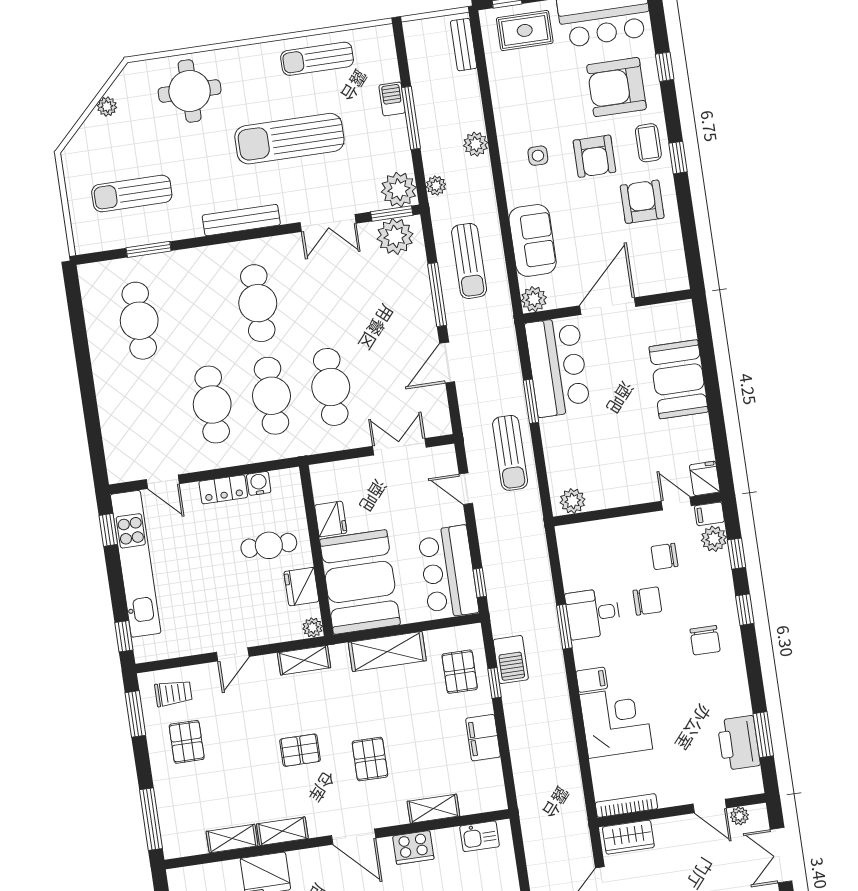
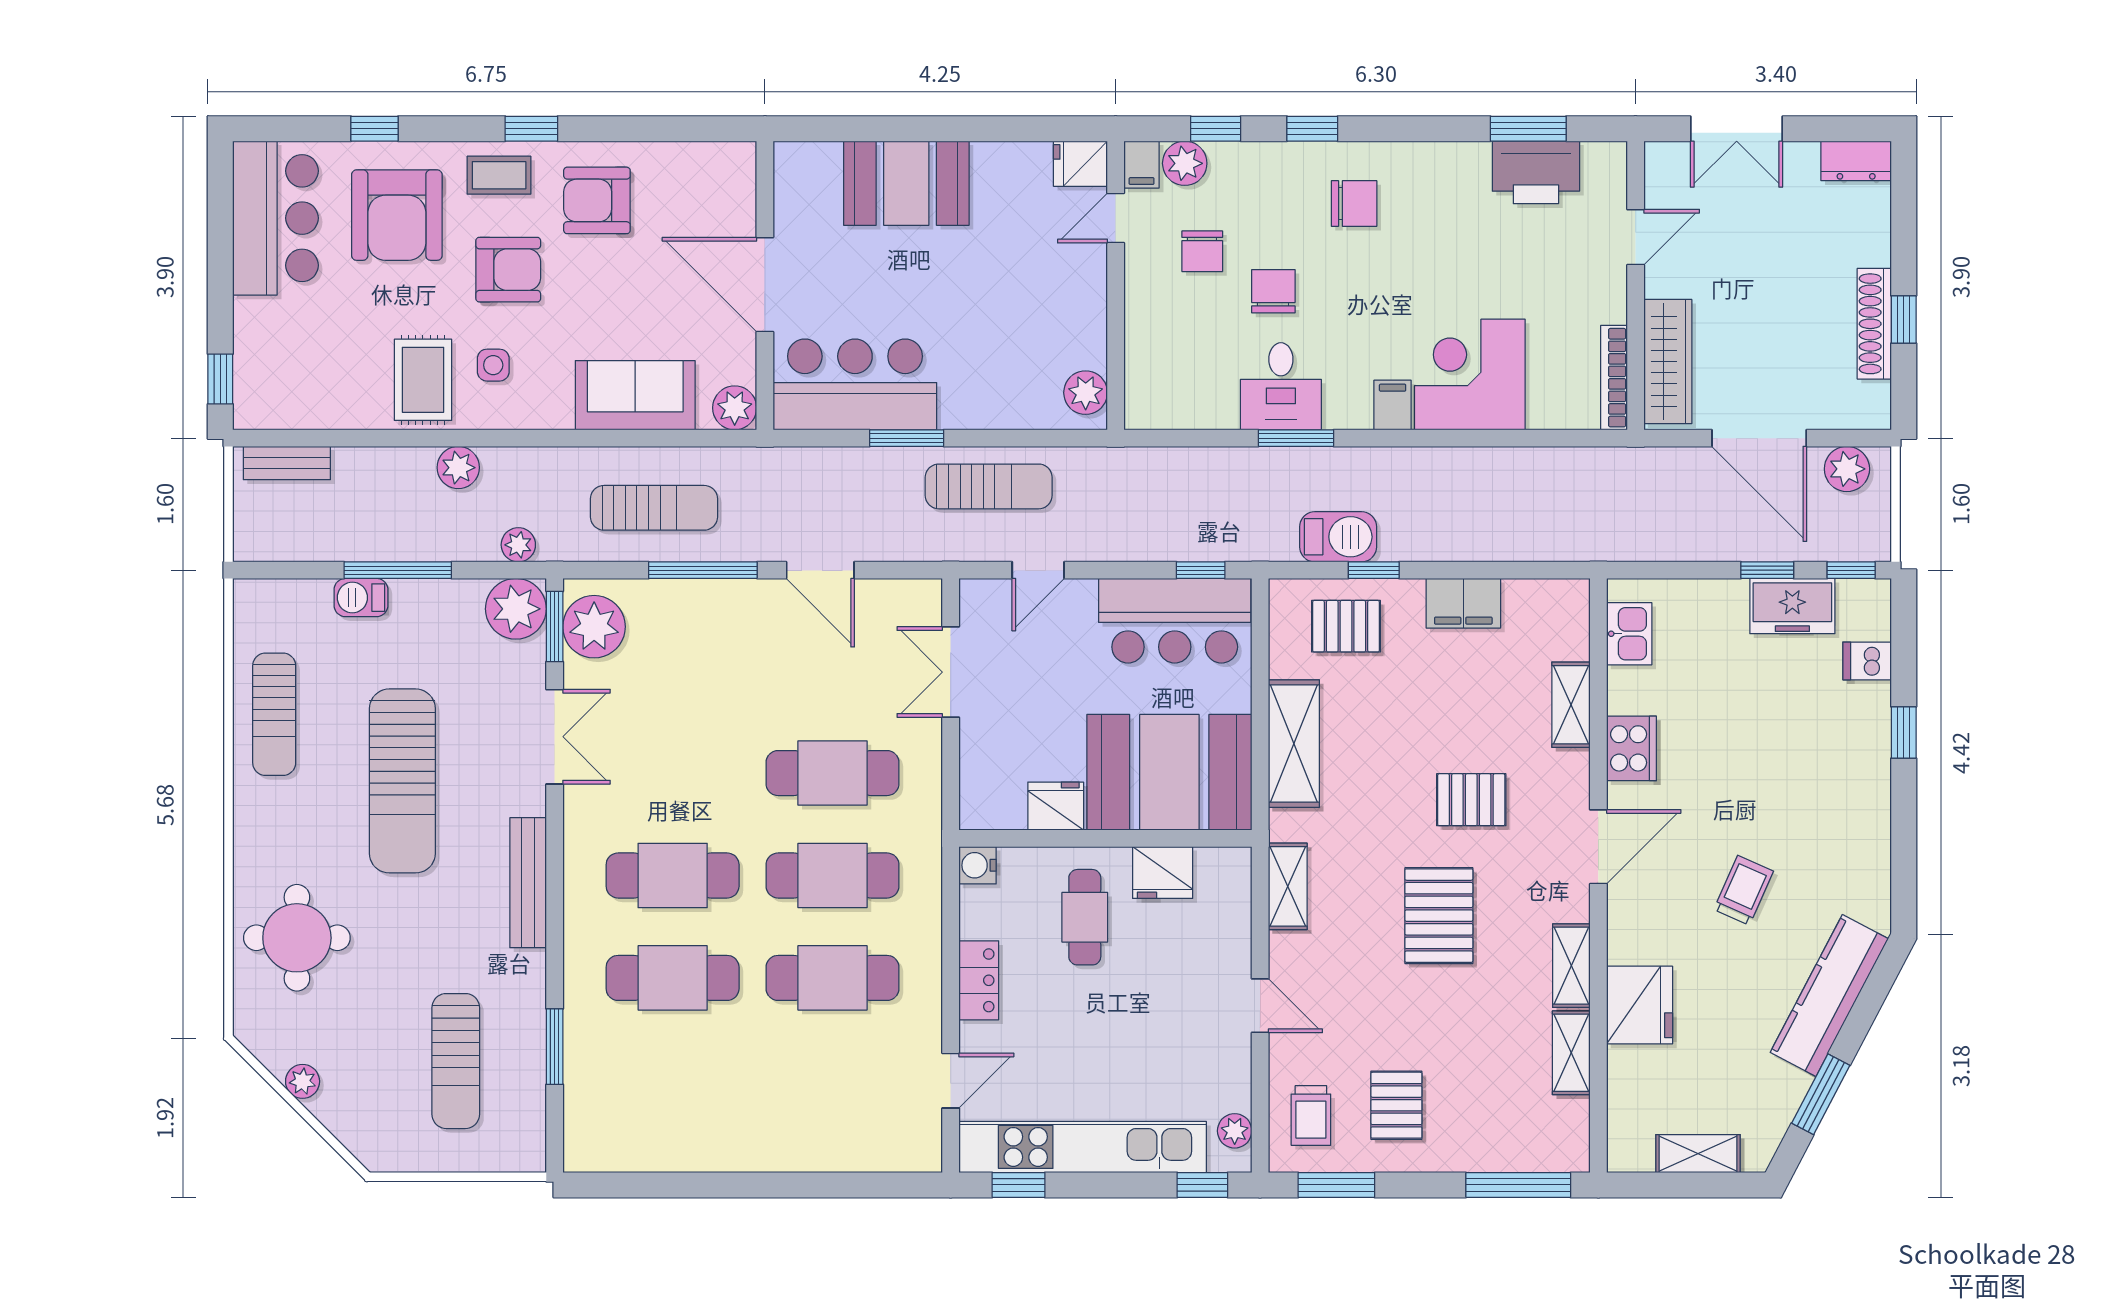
rug: (525, 30) -> (423, 380), moved
cafe table: (139, 321) -> (673, 978), moved
water cooler: (259, 483) -> (978, 865), moved
plant: (313, 628) -> (1235, 1131), moved
trolley: (173, 693) -> (1311, 1115), turned 180
pallet: (187, 742) -> (1396, 1105), turned 90
pallet: (300, 750) -> (1439, 916), width x1.50, depth x1.42
plant: (739, 816) -> (1660, 189), removed
wardrobe: (628, 837) -> (1668, 362), width x1.50

